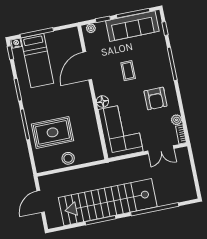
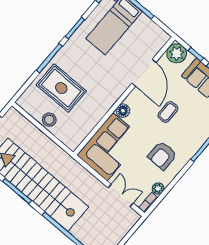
plant: (91, 28) -> (177, 53), width x1.88, depth x1.88
door: (87, 66) -> (144, 73), swing flipped
double door: (161, 150) -> (121, 195), swing flipped

